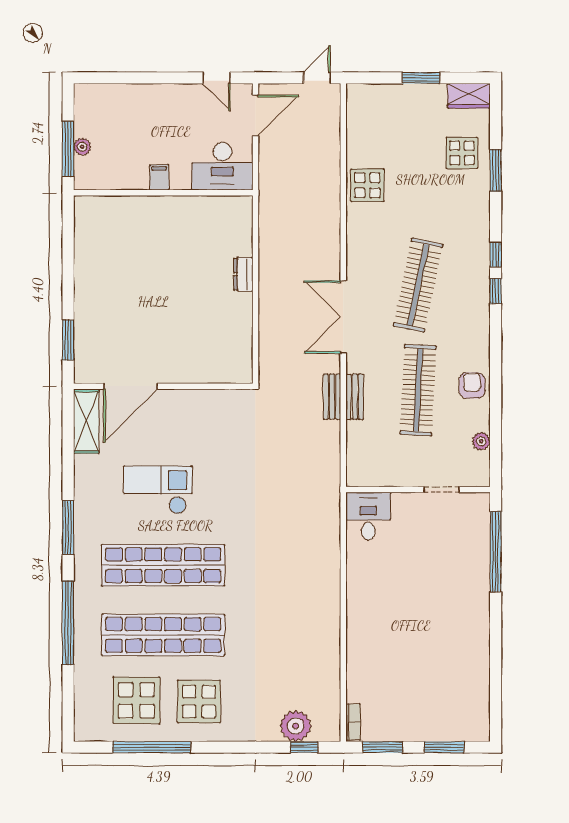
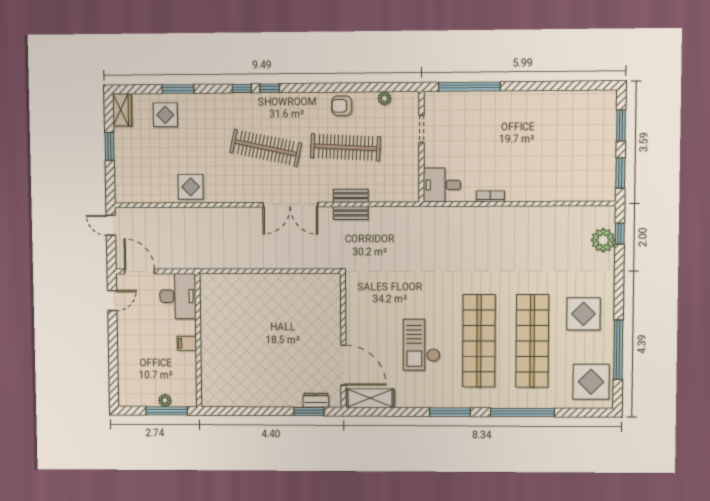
dresser: (243, 274) -> (316, 400), moved, turned 180
display table: (136, 700) -> (591, 382), moved
bookcase: (353, 722) -> (490, 196), moved

